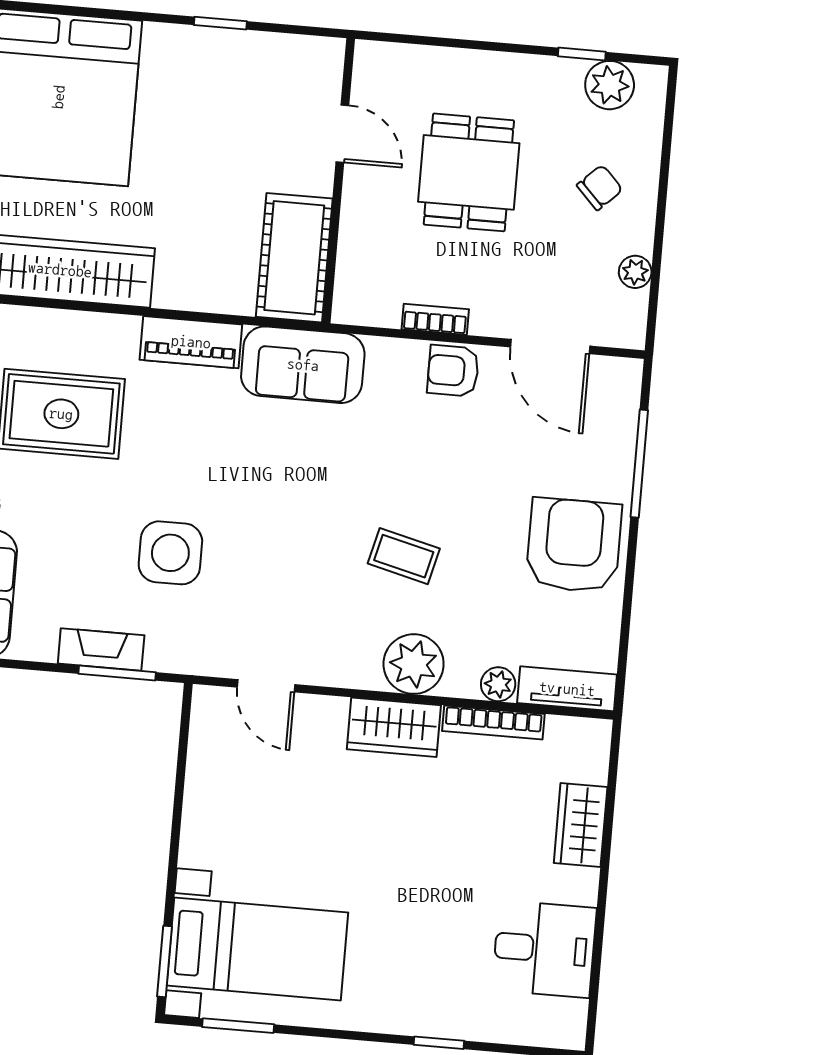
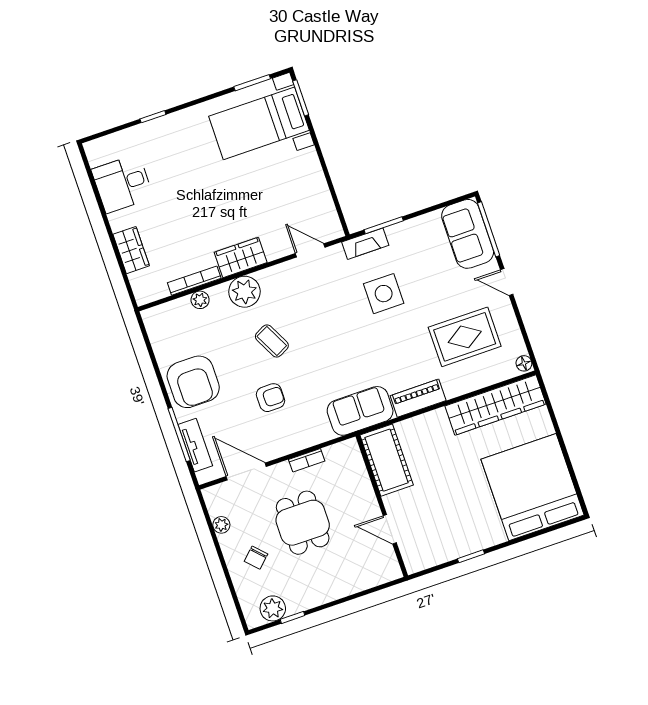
dining table: (469, 172) -> (303, 523), moved
armchair: (453, 371) -> (270, 398), moved
coffee table: (404, 556) -> (272, 341), turned 49
fireplace: (101, 649) -> (365, 244), moved
tv unit: (567, 689) -> (195, 445), moved, turned -90

